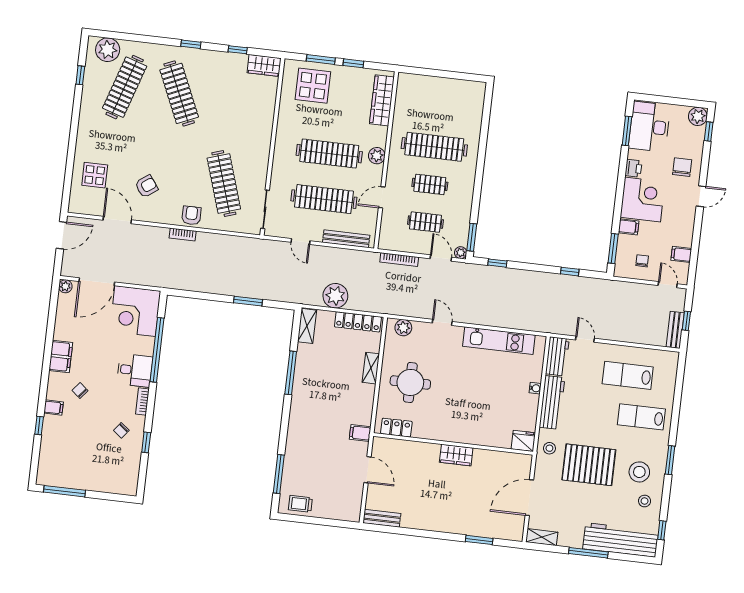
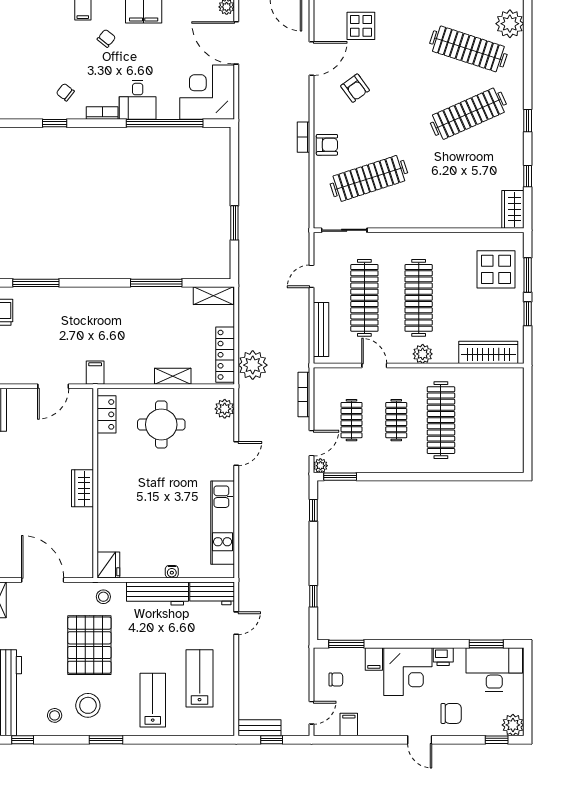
plant: (335, 296) -> (253, 365), moved

